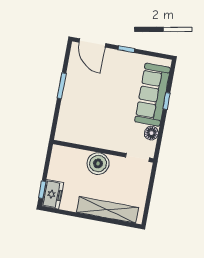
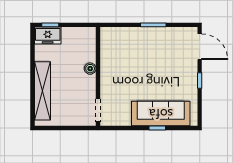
door: (92, 43) -> (200, 47), swing flipped
floor lamp: (151, 133) -> (124, 119), removed
boiler: (98, 164) -> (90, 69), width x0.54, depth x0.54

